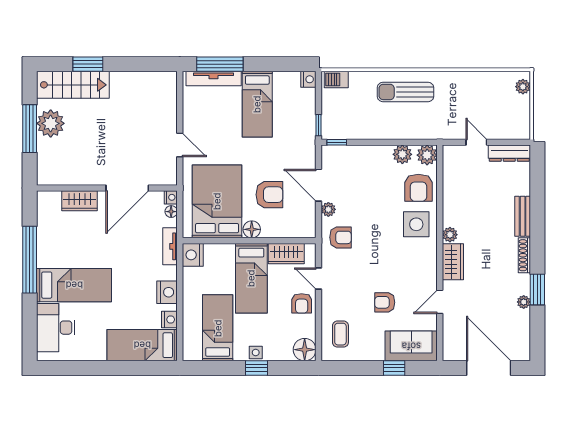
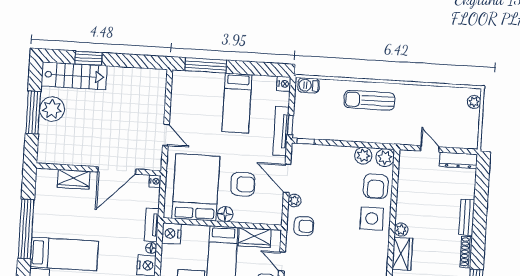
tv unit: (214, 79) -> (281, 131), moved, turned 90
floor lamp: (171, 212) -> (151, 248), moved

